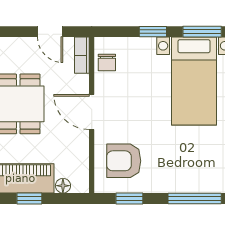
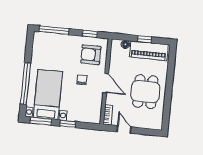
chair: (107, 62) -> (82, 80), moved
armchair: (124, 161) -> (91, 55), turned 180

